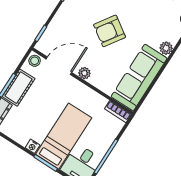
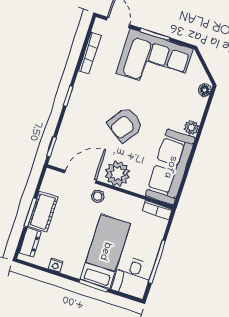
stool: (35, 61) -> (98, 196), moved
plant: (84, 73) -> (118, 174), width x1.88, depth x1.88
nightstand: (33, 146) -> (56, 265), moved

